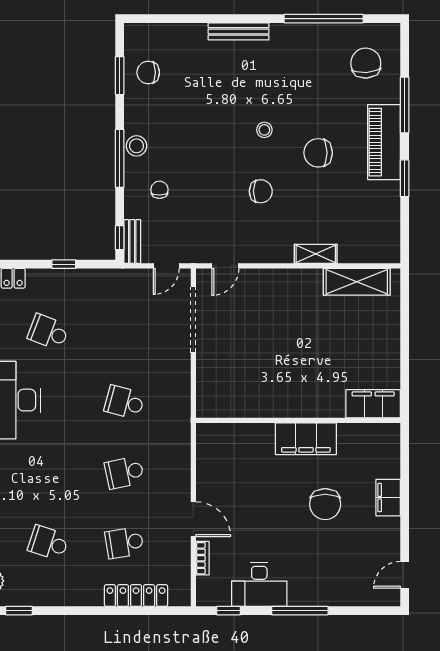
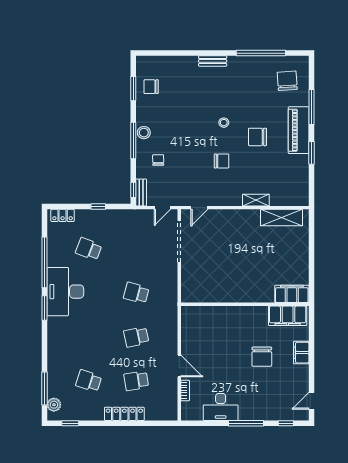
bench: (239, 31) -> (213, 61), width x0.73
filing cabinet: (306, 439) -> (288, 316), moved
locker: (136, 596) -> (124, 414), moved
window: (228, 611) -> (286, 423), moved

